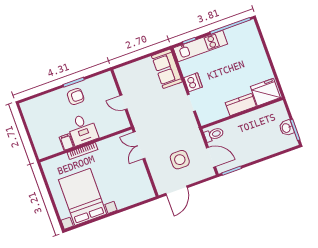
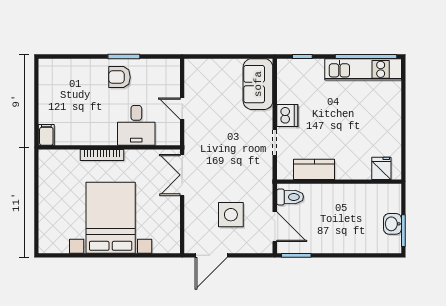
kitchen unit: (200, 46) -> (363, 69), moved
fridge: (265, 92) -> (381, 168), width x0.53, depth x0.75
armchair: (76, 97) -> (119, 77), turned 180
kitchen counter: (241, 105) -> (314, 169), moved
desk: (82, 129) -> (136, 125), moved
filing cabinet: (67, 142) -> (46, 135), moved
bed with nightstands: (82, 197) -> (111, 218), moved

